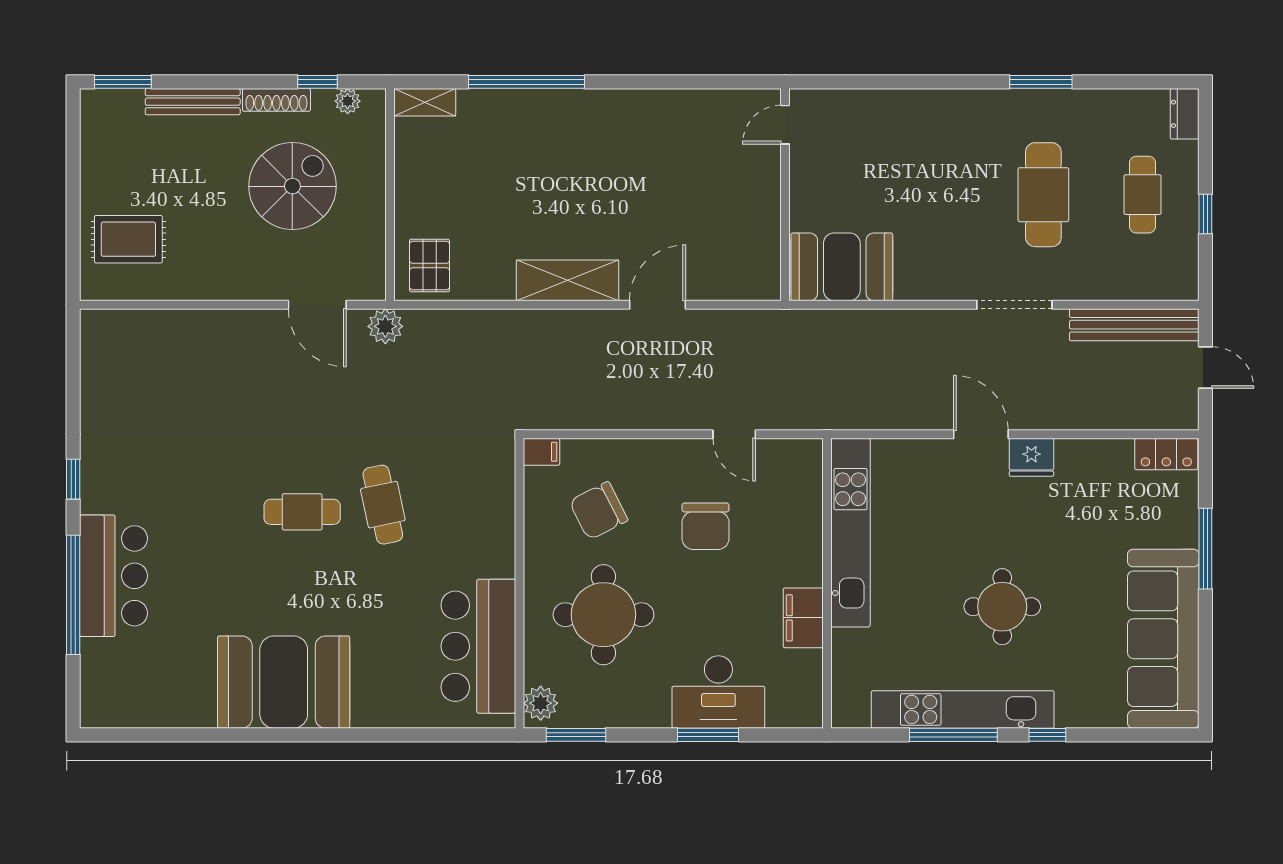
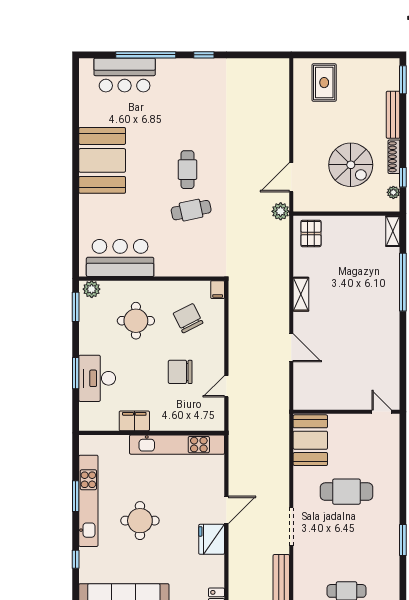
cafe table: (1043, 195) -> (346, 492), moved
pallet: (429, 266) -> (311, 233), turned 90
shelving: (568, 280) -> (301, 294), width x0.67, depth x0.75
fridge: (1031, 457) -> (212, 539), width x1.36, depth x1.34
bar counter: (114, 576) -> (125, 75), moved
round table: (603, 615) -> (136, 321), width x0.73, depth x0.73
window: (953, 735) -> (76, 496), width x0.69
window: (1047, 735) -> (76, 559), moved

